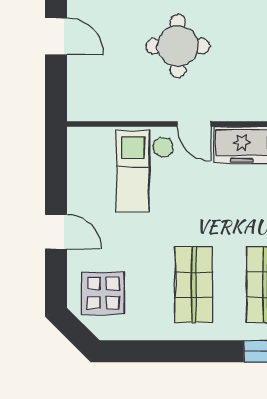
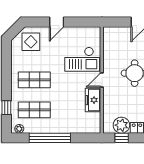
checkout: (145, 171) -> (82, 59), turned 180

